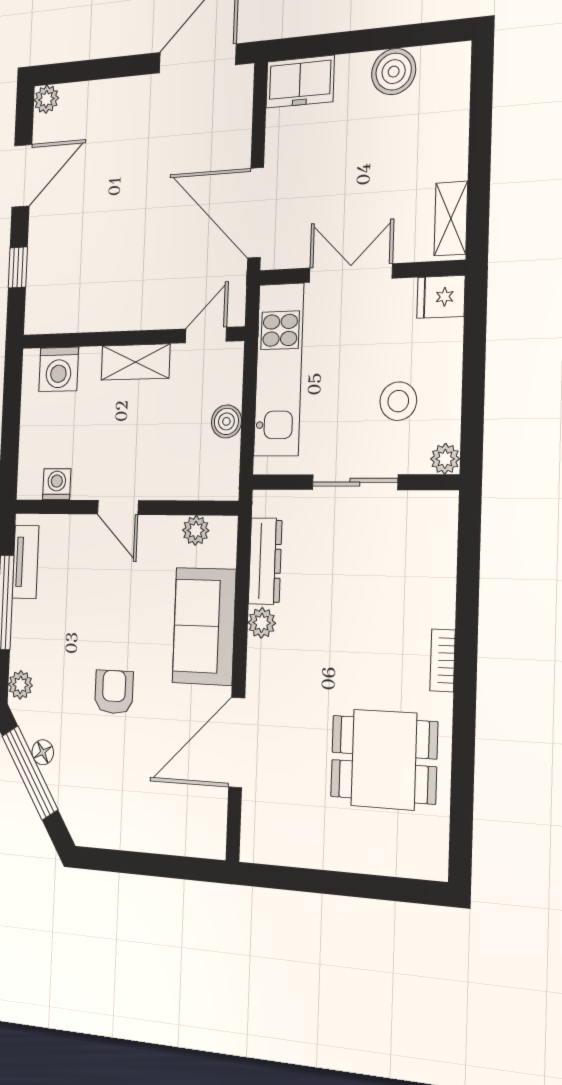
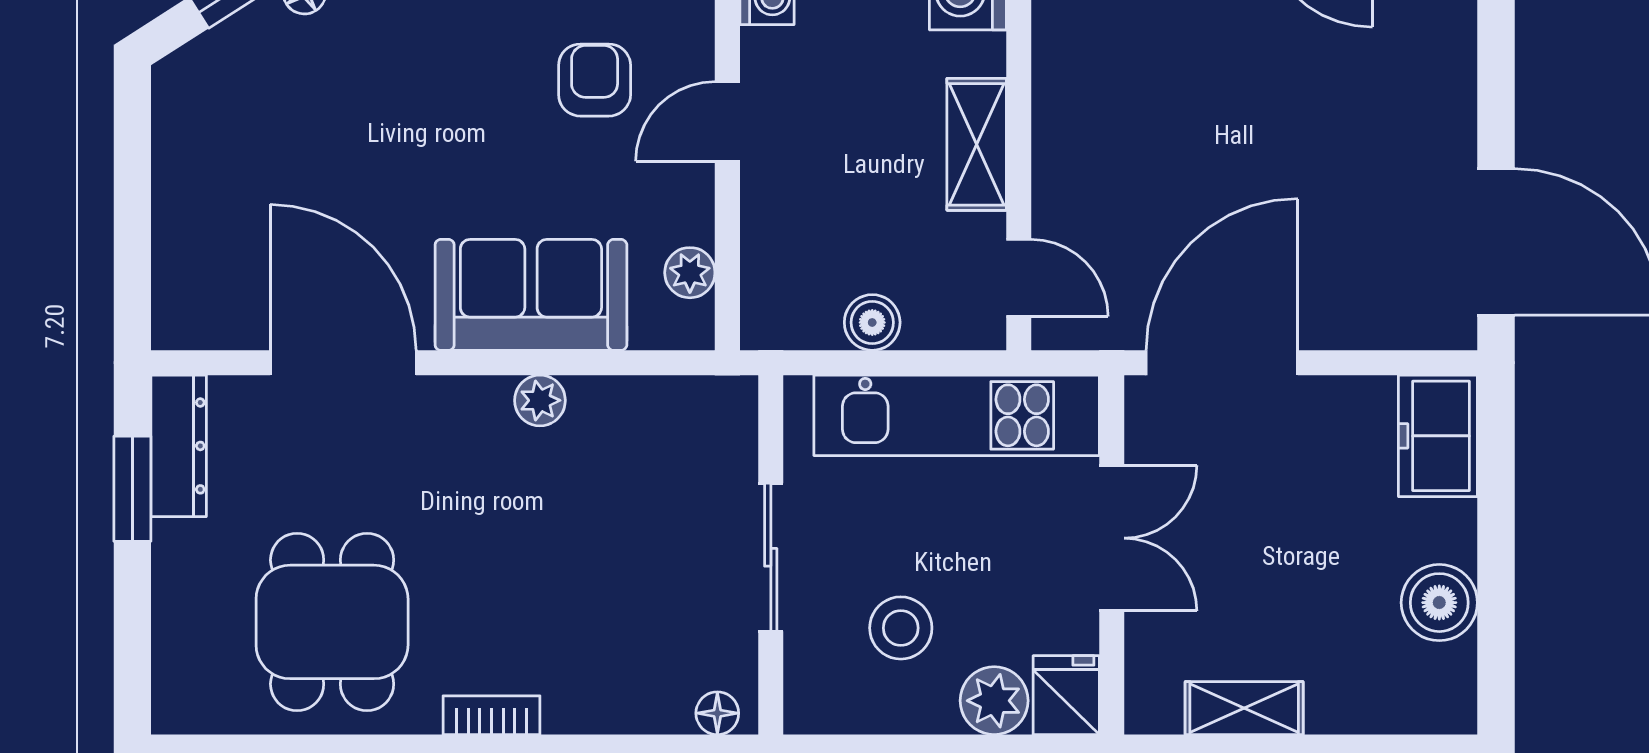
shelving: (451, 219) -> (1244, 708), moved
plant: (445, 459) -> (994, 701), moved, width x1.38, depth x1.38
floor lamp: (445, 516) -> (717, 713), added
dresser: (265, 561) -> (179, 446), moved, turned -90
armchair: (114, 692) -> (595, 80), moved, turned -90
window: (303, 880) -> (132, 489), added

